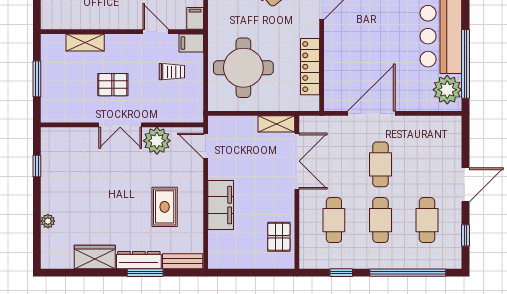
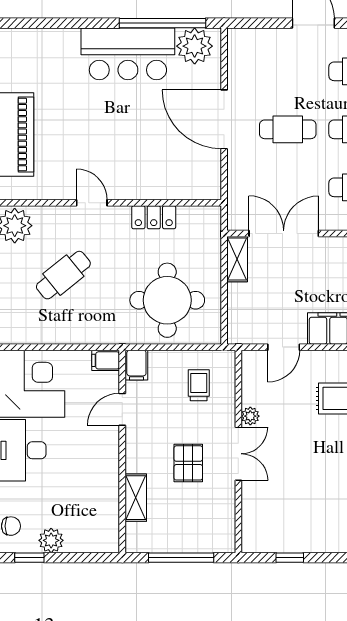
locker: (310, 67) -> (154, 217), width x0.66
trolley: (172, 72) -> (199, 385), moved
window: (37, 79) -> (181, 558), width x1.44
door: (371, 113) -> (224, 119), moved
plant: (157, 141) -> (250, 416), width x0.53, depth x0.53
door: (206, 146) -> (284, 347), moved

